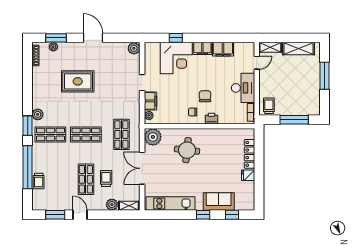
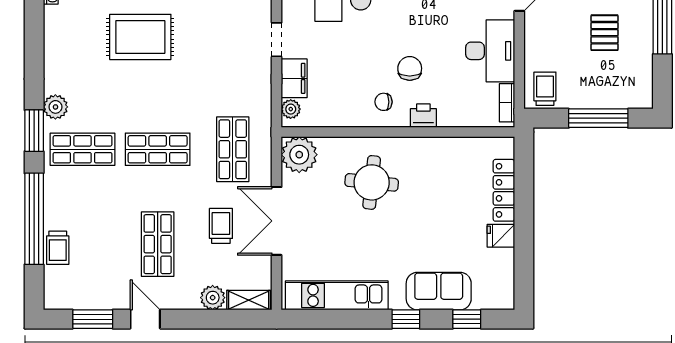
pallet: (297, 79) -> (605, 33), added
trolley: (106, 179) -> (221, 226), moved

